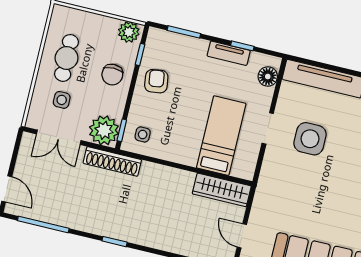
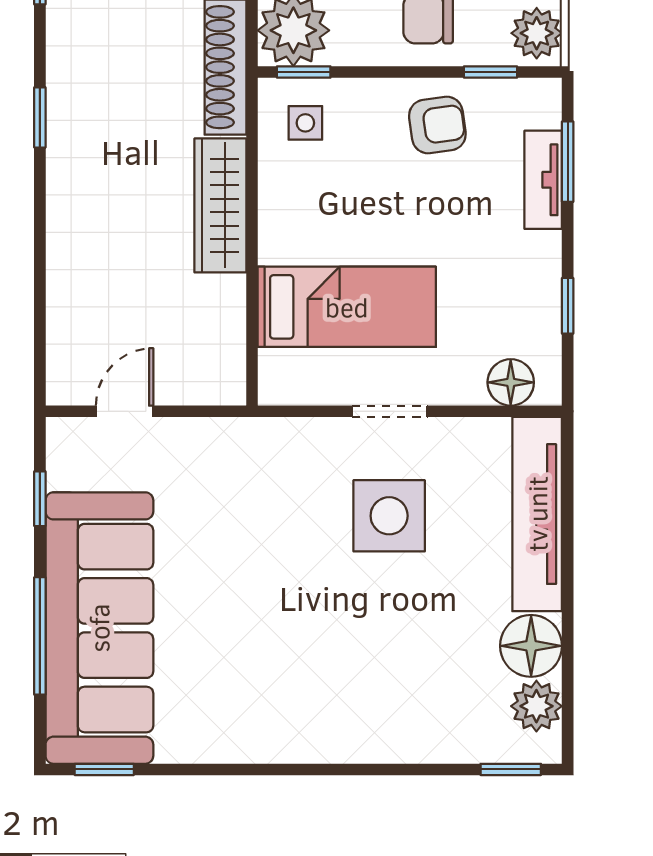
tv unit: (229, 53) -> (543, 180), moved
wardrobe: (222, 190) -> (220, 205), moved

